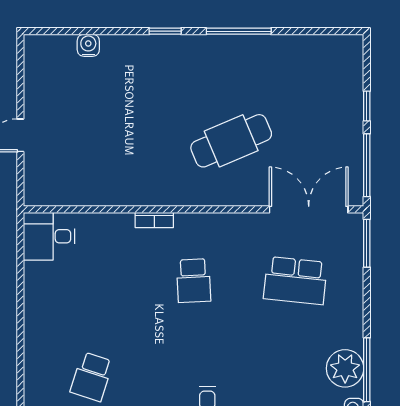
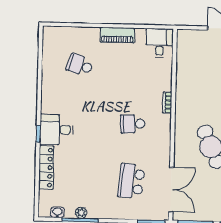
piano: (37, 312) -> (117, 35), added
plant: (345, 368) -> (81, 213), width x0.53, depth x0.53

